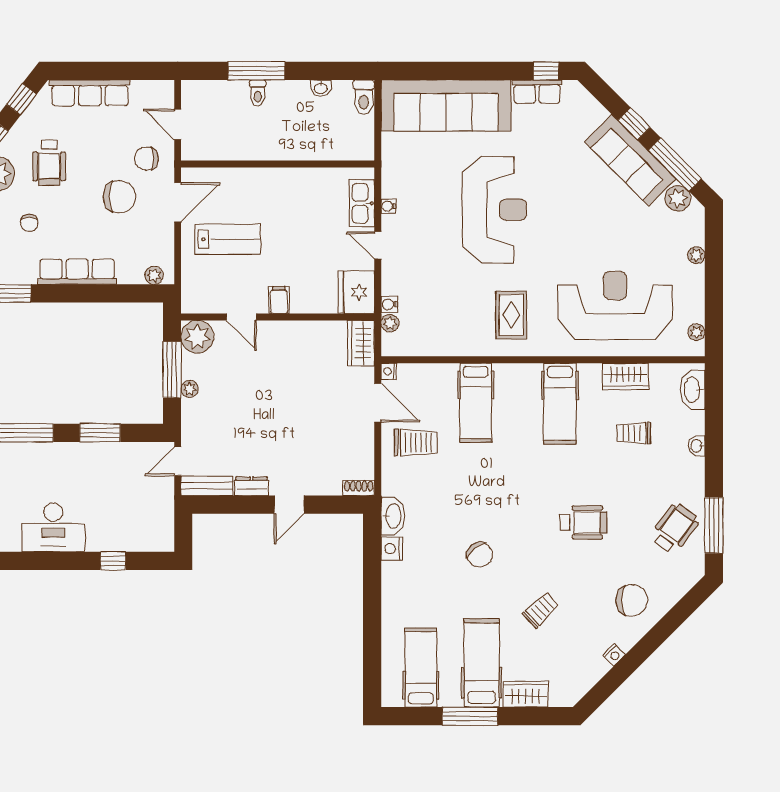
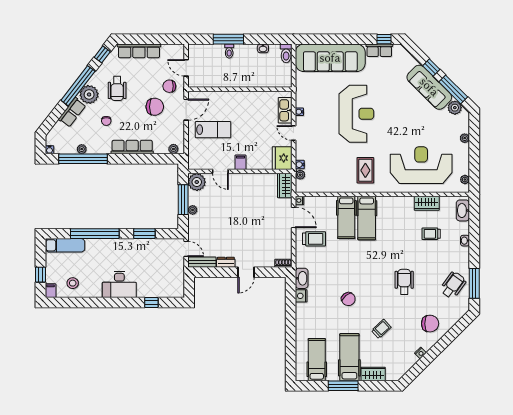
hospital bed: (560, 404) -> (367, 218), moved
door: (178, 461) -> (186, 249), swing flipped
wheelchair: (584, 522) -> (404, 282), turned -90

